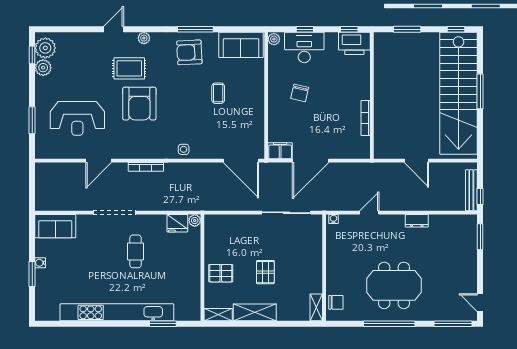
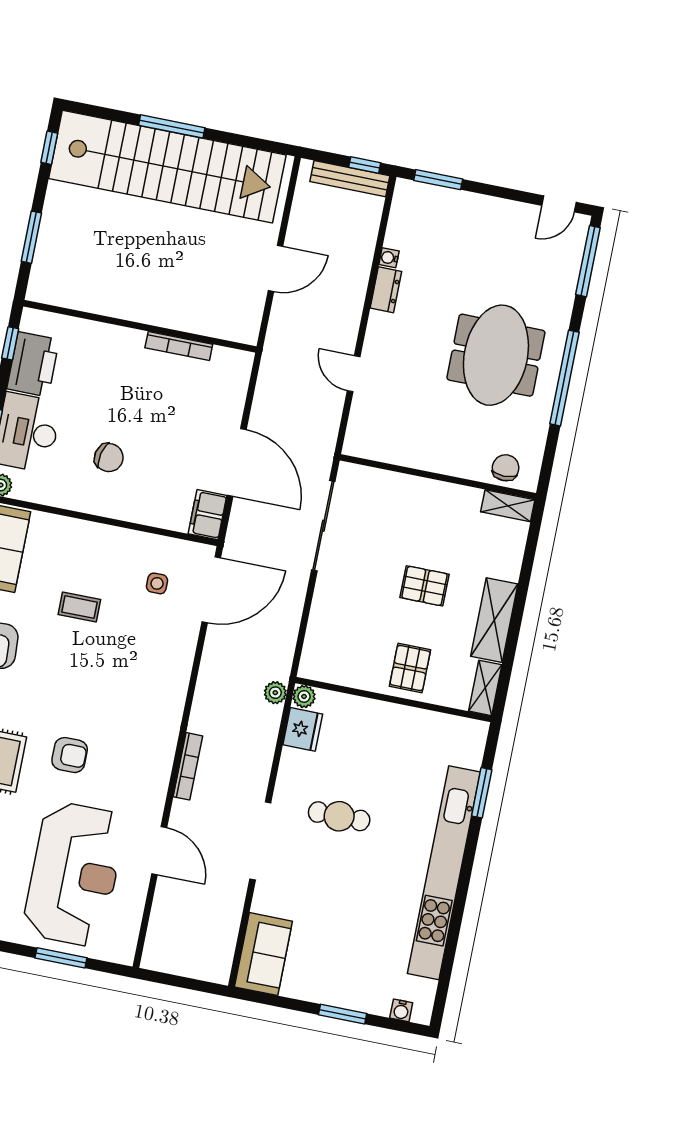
printer: (354, 43) -> (33, 364), moved
armchair: (139, 104) -> (70, 755), width x0.53, depth x0.53
reception desk: (77, 118) -> (74, 874), width x1.36, depth x1.30
side table: (184, 149) -> (157, 583), moved
plant: (194, 205) -> (275, 693), added
water cooler: (333, 219) -> (389, 258), moved
water cooler: (40, 263) -> (401, 1010), moved

